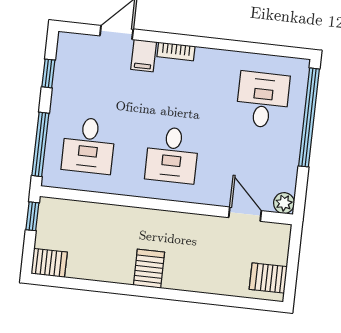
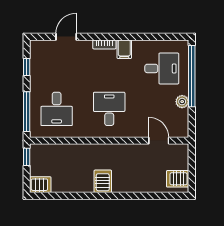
filing cabinet: (144, 56) -> (124, 49), moved
desk: (263, 100) -> (162, 68), turned 90
desk: (172, 155) -> (109, 109), turned 180
plant: (284, 203) -> (182, 102), moved

